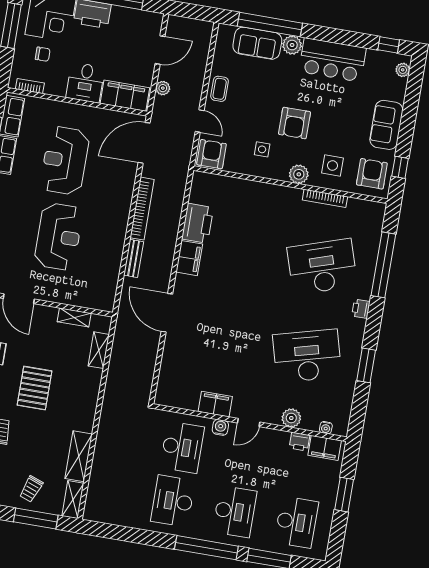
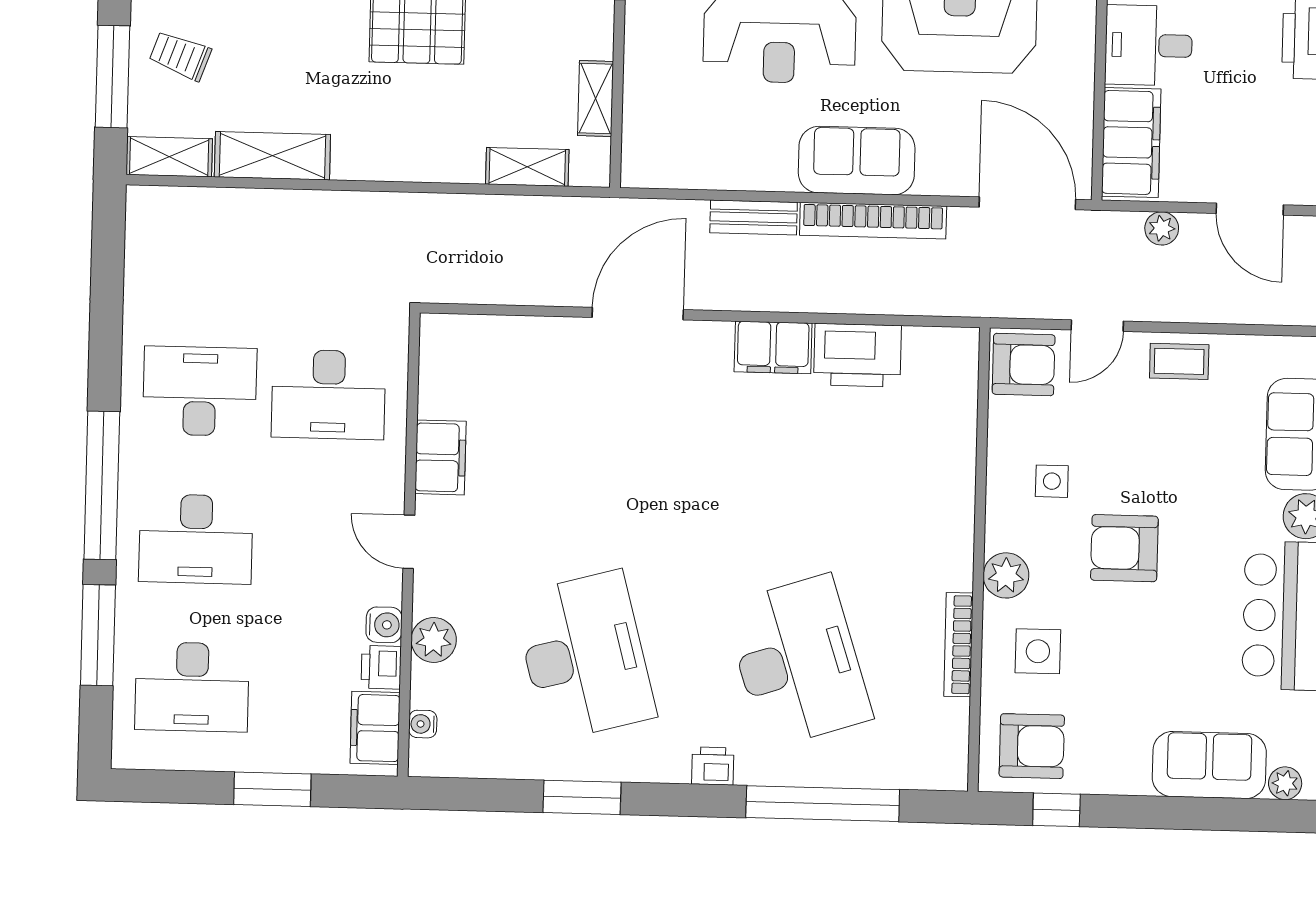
sofa: (386, 125) -> (1209, 765), moved
sofa: (116, 212) -> (857, 161), added
water cooler: (220, 427) -> (384, 625), moved

